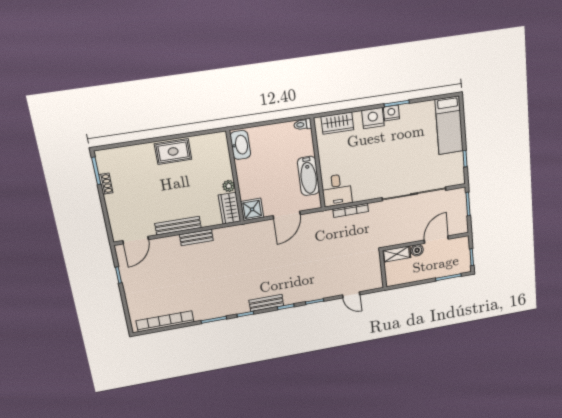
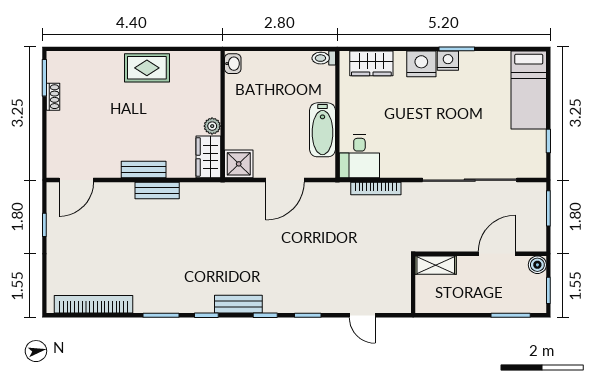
washbasin: (240, 145) -> (233, 64), width x0.52, depth x0.69
bench: (178, 226) -> (144, 170), width x0.73
boiler: (417, 250) -> (537, 265), moved

